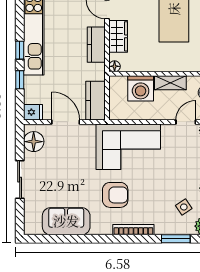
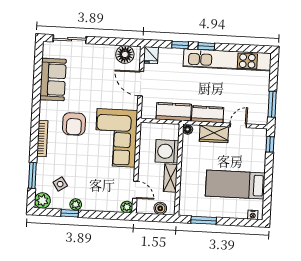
kitchen counter: (95, 101) -> (174, 112), moved
door: (66, 122) -> (141, 84), swing flipped
sliding door: (20, 180) -> (70, 39), moved

